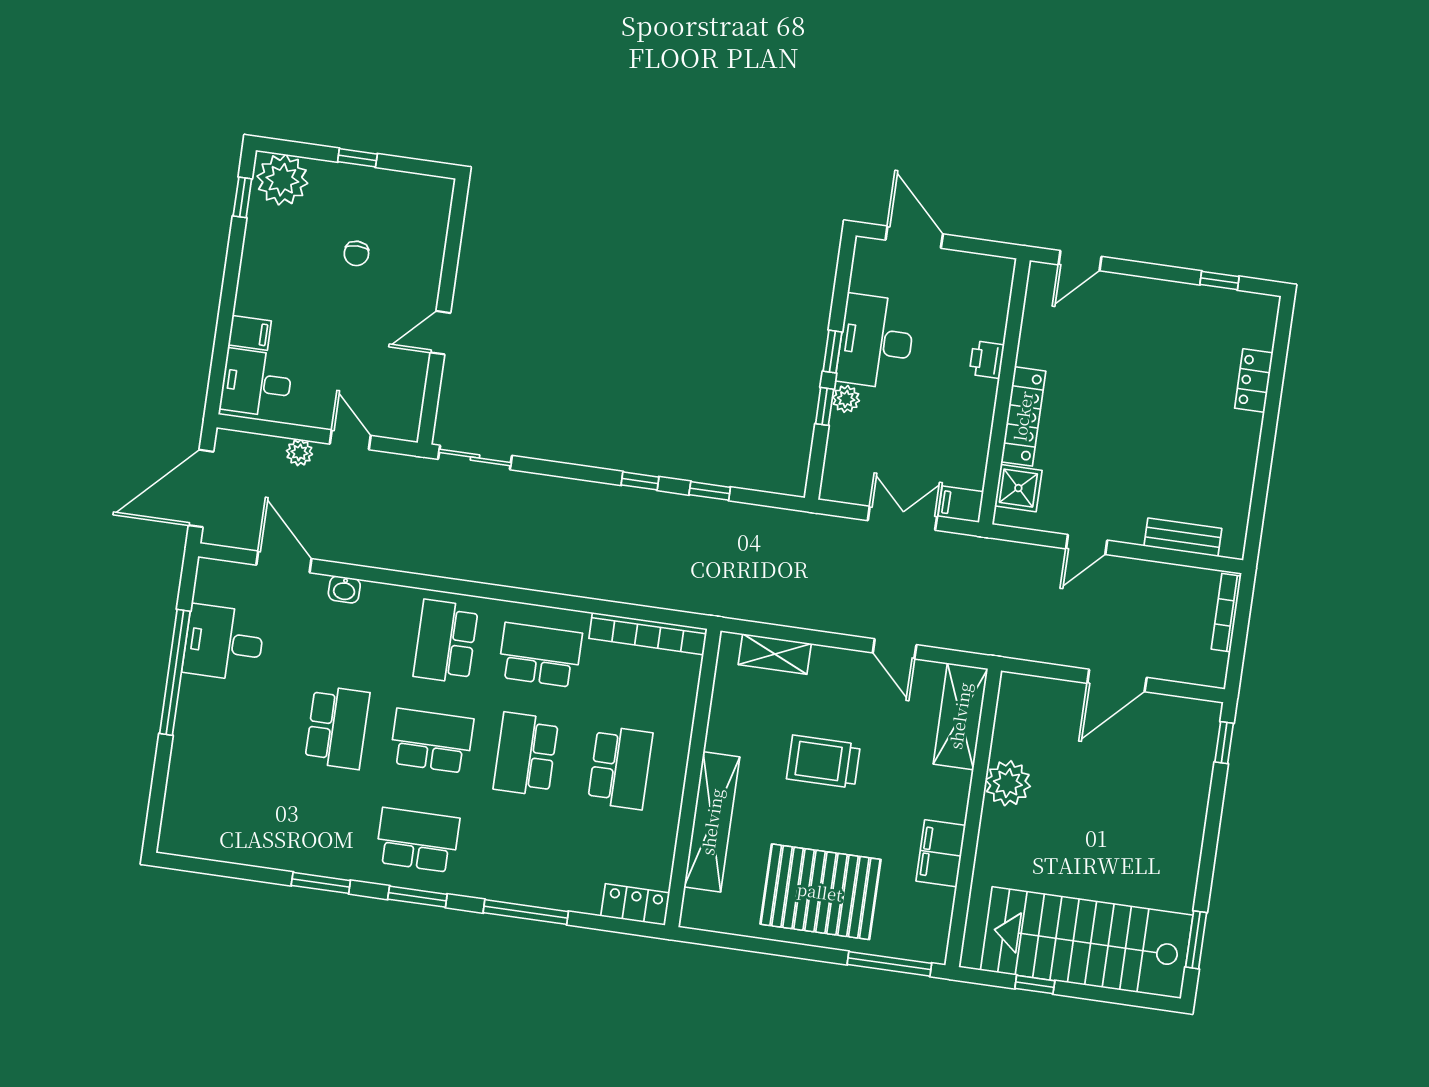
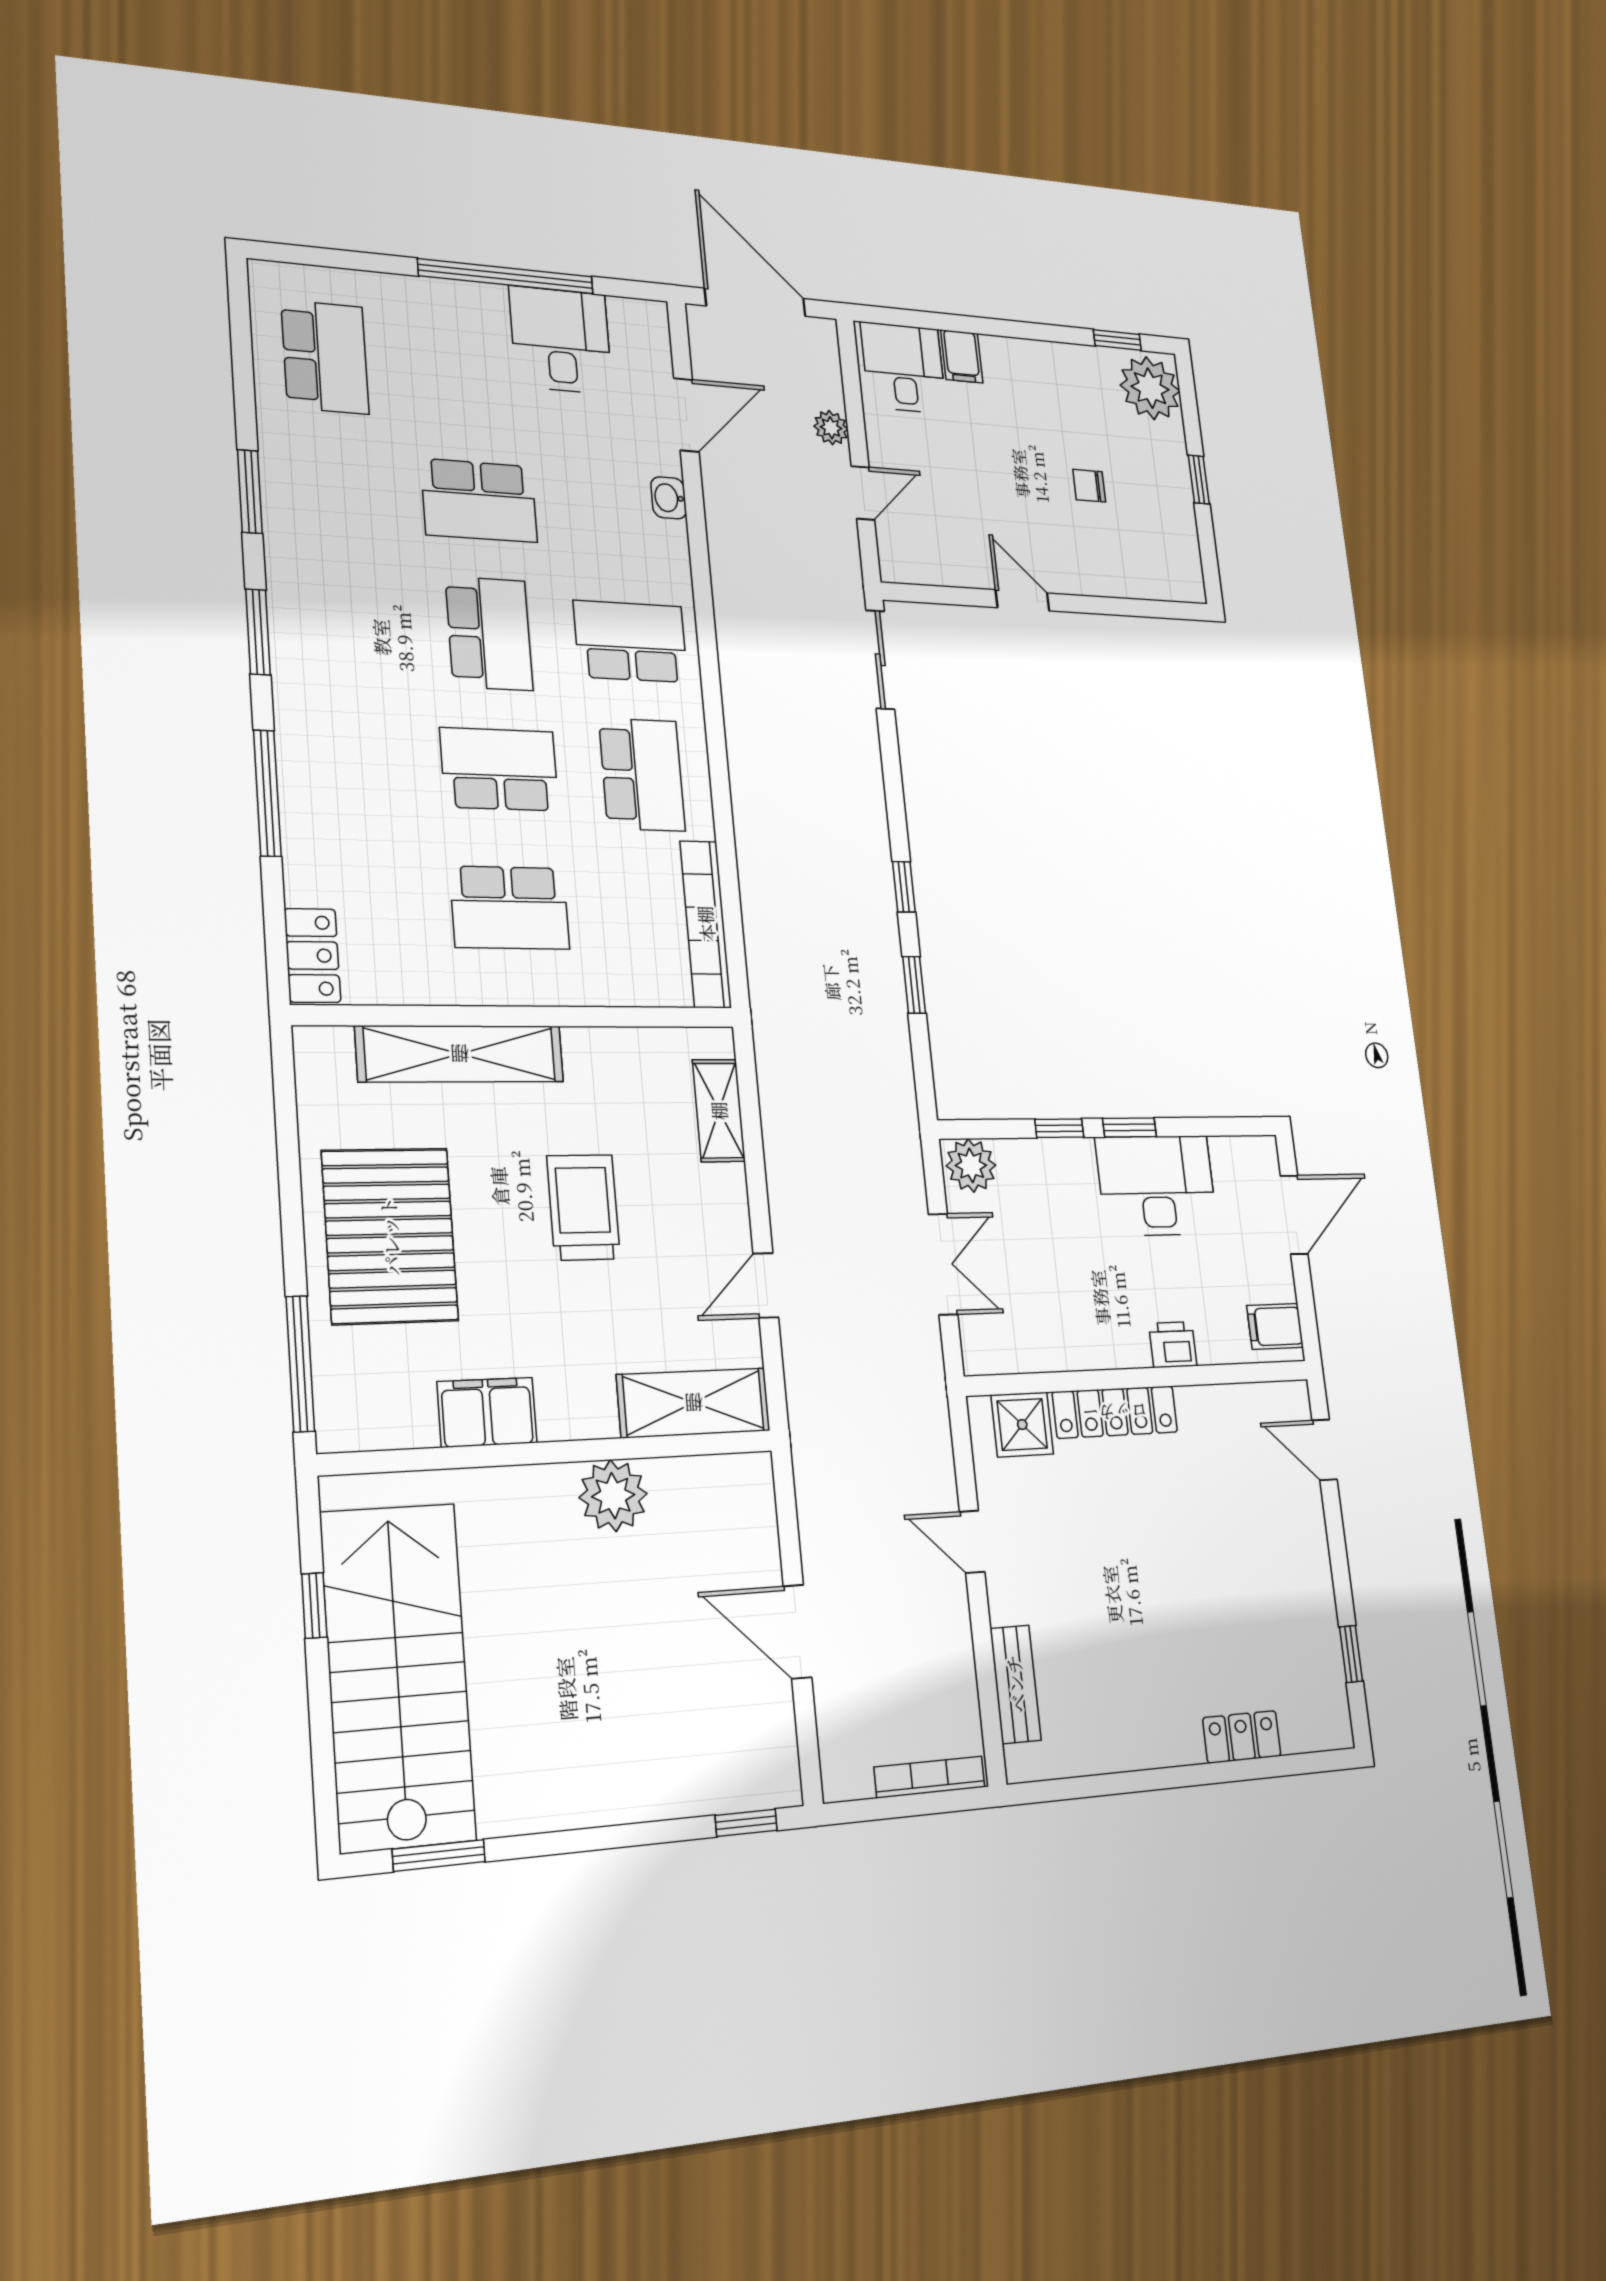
plant: (846, 399) -> (971, 1165), moved, width x1.38, depth x1.38
filing cabinet: (961, 504) -> (1275, 1326), moved, turned -90
school desk: (417, 840) -> (325, 357), moved

